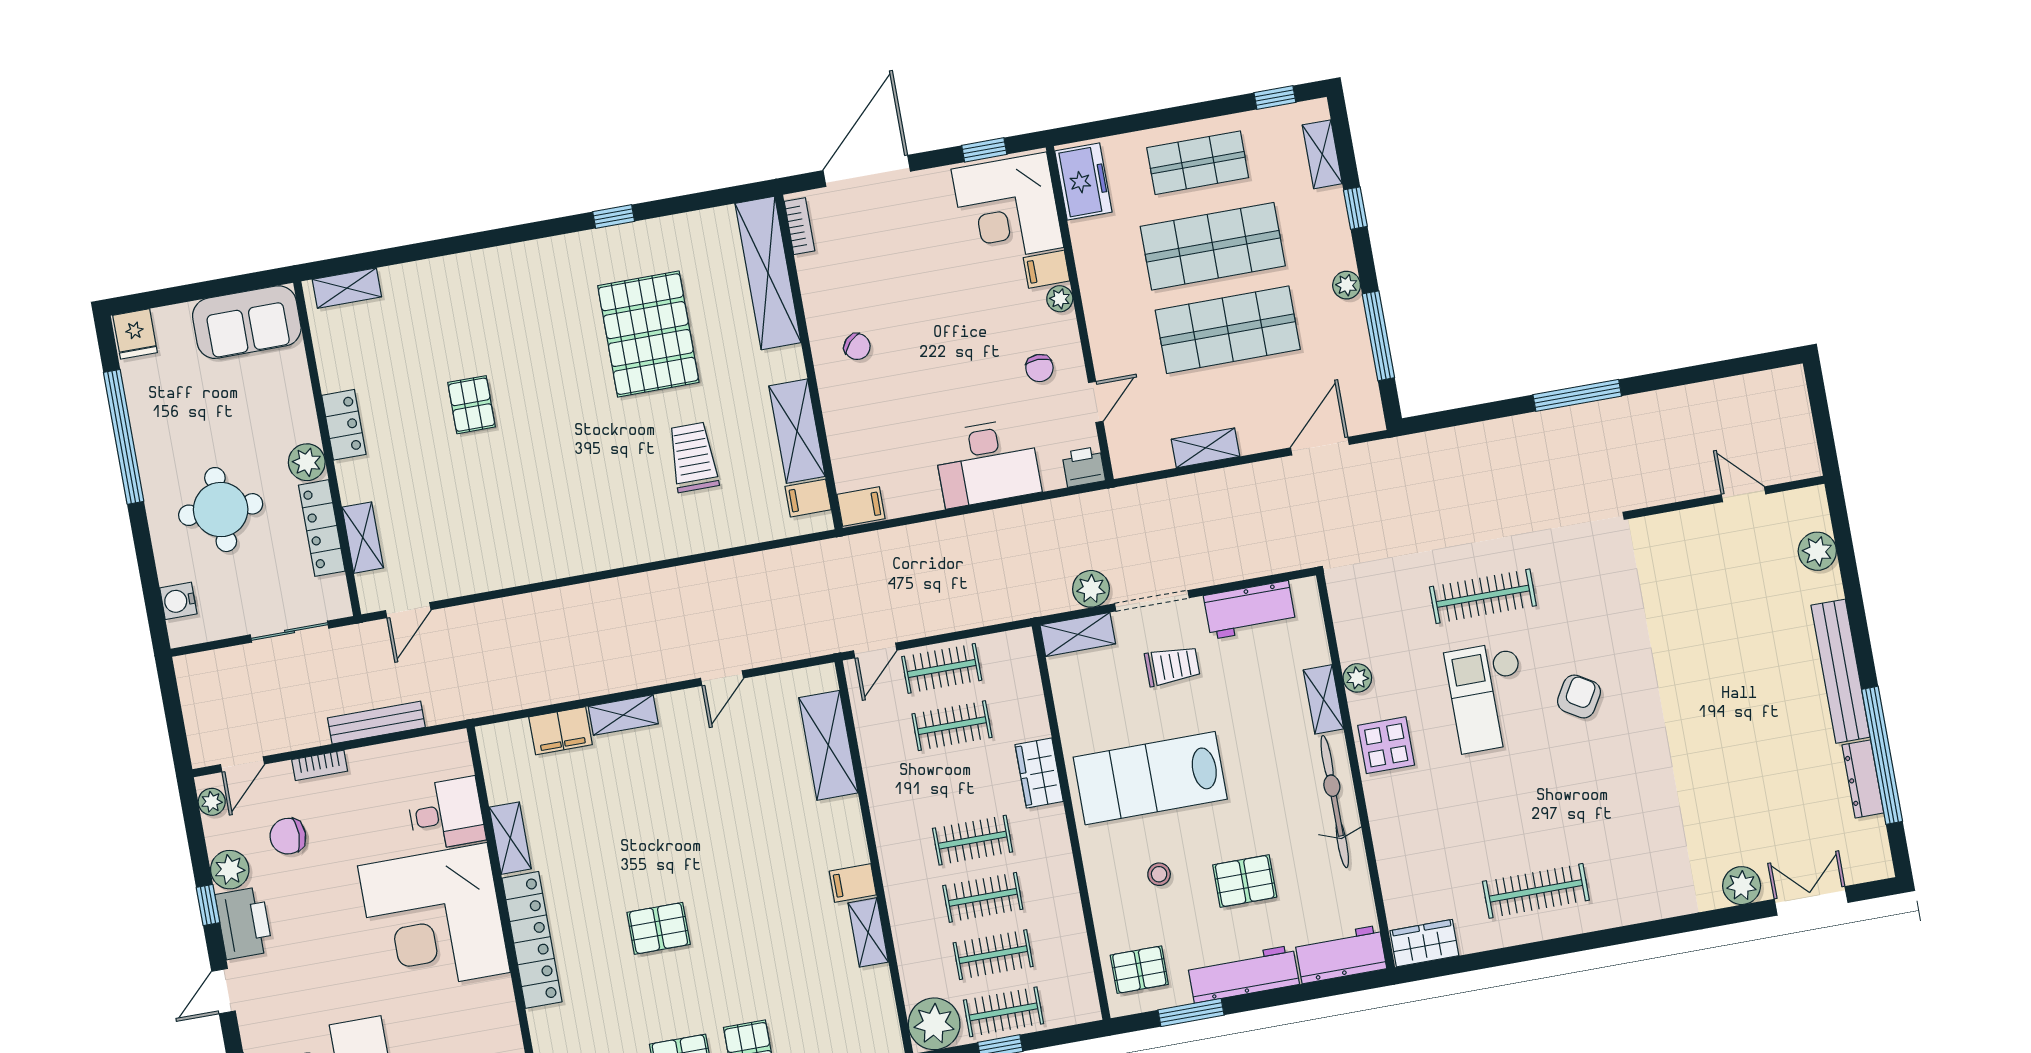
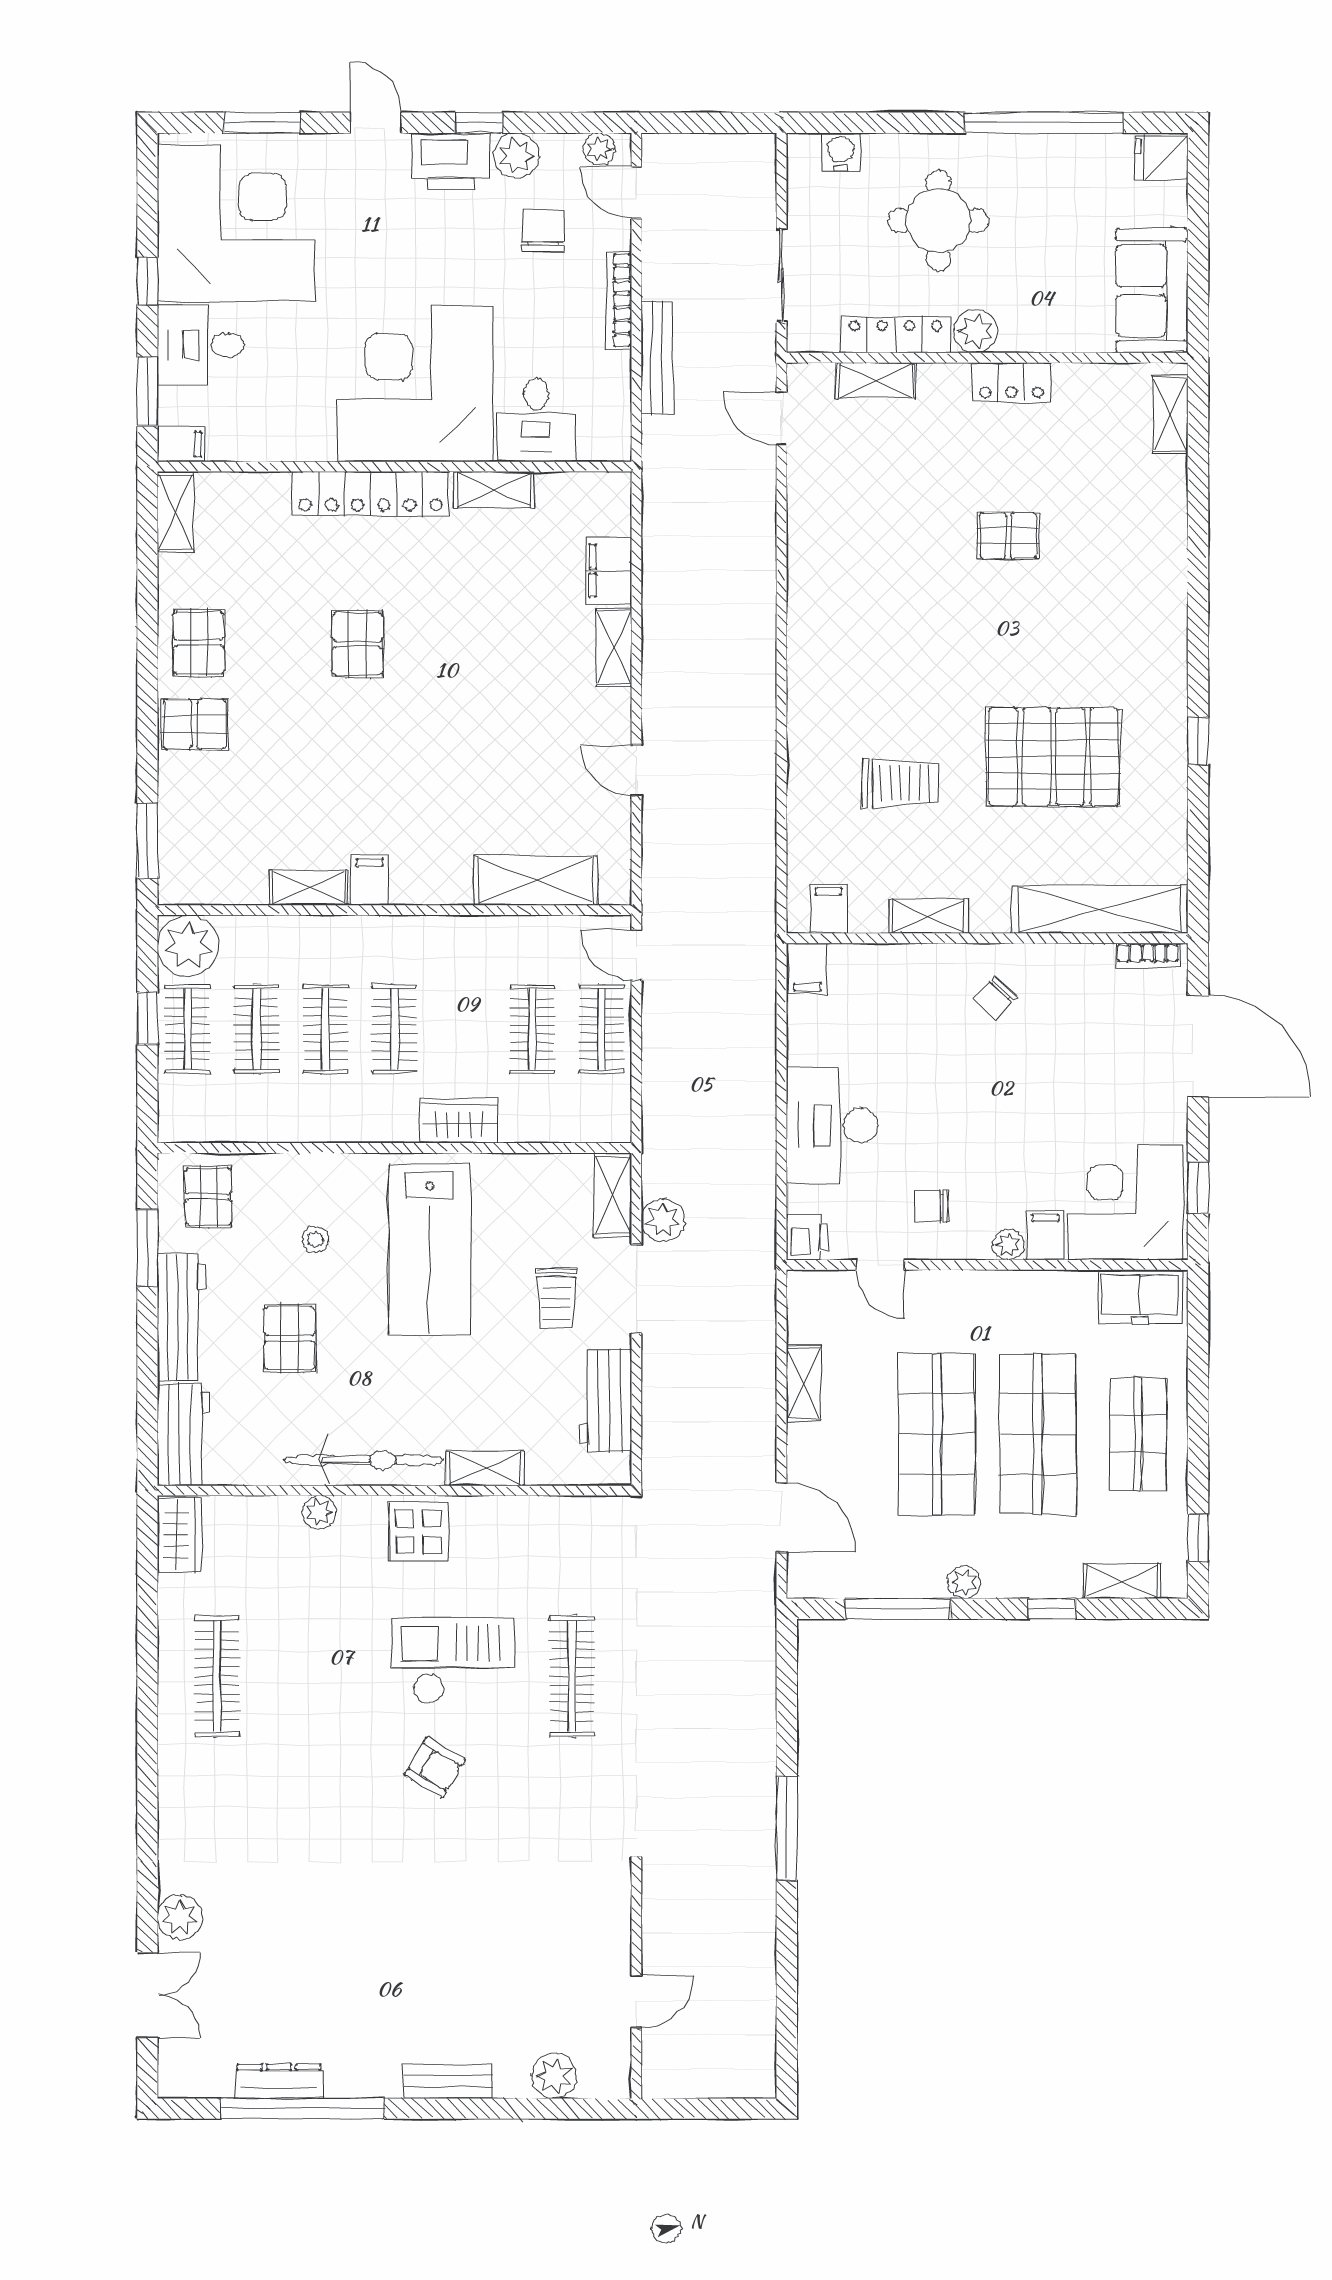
shelving: (797, 431) -> (928, 916), width x0.67, depth x0.75
bench: (1841, 671) -> (448, 2081), width x0.54, depth x0.82
plant: (1357, 678) -> (319, 1512), moved
bookcase: (320, 765) -> (619, 300), width x1.56
lab bench: (1150, 778) -> (430, 1249), turned 180

